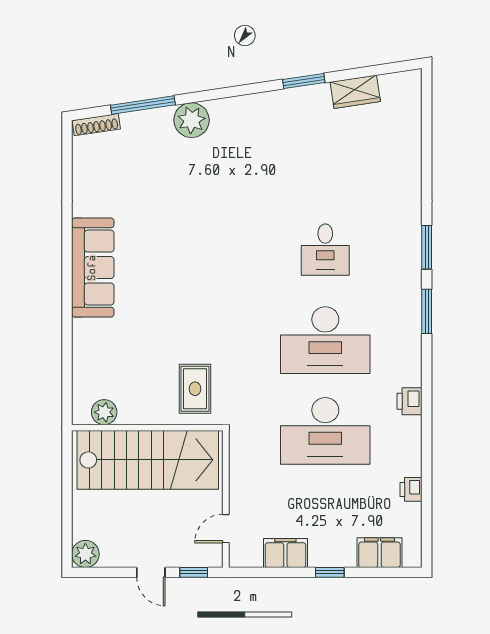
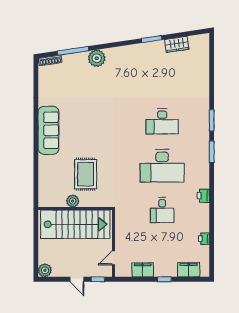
desk: (325, 250) -> (162, 121), width x1.37
rug: (195, 389) -> (86, 174), moved, width x1.36, depth x1.43
plant: (104, 412) -> (73, 201), moved
desk: (325, 431) -> (162, 210), width x0.53, depth x0.77

